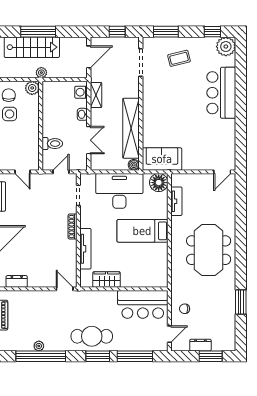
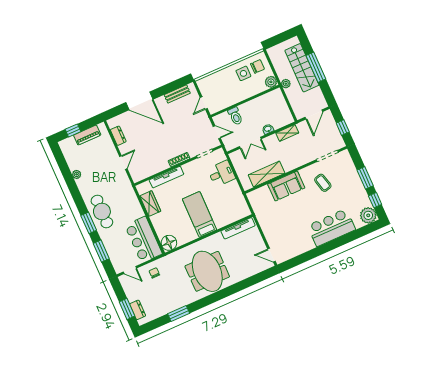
window: (166, 32) -> (365, 178), moved
door: (89, 57) -> (314, 114), hinge flipped
coffee table: (179, 58) -> (323, 183), moved
washing machine: (81, 92) -> (284, 121), removed
shelving: (131, 128) -> (267, 174), width x0.68
sofa: (162, 159) -> (286, 186), moved, turned 90
boiler: (134, 165) -> (247, 185), removed
floor lamp: (159, 183) -> (169, 243), moved
desk: (119, 191) -> (221, 174), width x0.53, depth x0.77
tv unit: (176, 201) -> (238, 228), width x1.41
meeting table: (209, 250) -> (207, 271), turned 90
door: (65, 289) -> (123, 163), moved
dresser: (200, 345) -> (138, 310), moved
window: (41, 356) -> (69, 179), removed
window: (135, 356) -> (101, 251), width x0.69

